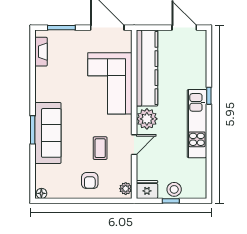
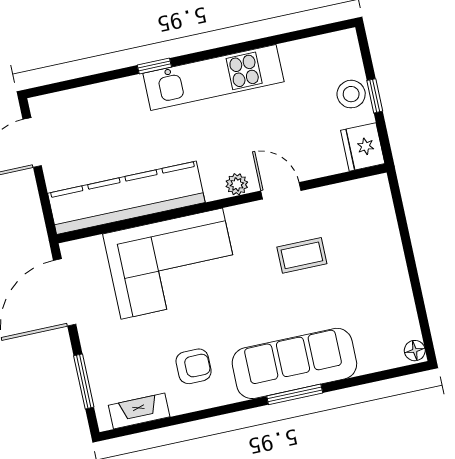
plant: (147, 119) -> (237, 184), width x0.53, depth x0.53
armchair: (90, 181) -> (194, 366), moved
plant: (126, 189) -> (370, 189), removed

